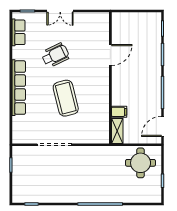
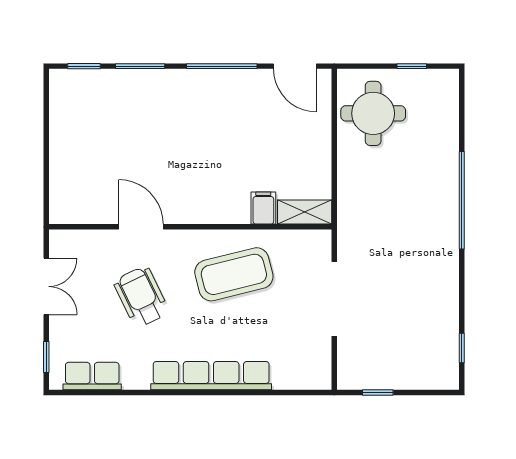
door: (110, 55) -> (141, 227), moved
wall: (110, 78) -> (190, 227), moved
filing cabinet: (119, 112) -> (263, 208), moved
shelving: (117, 131) -> (305, 212), moved

